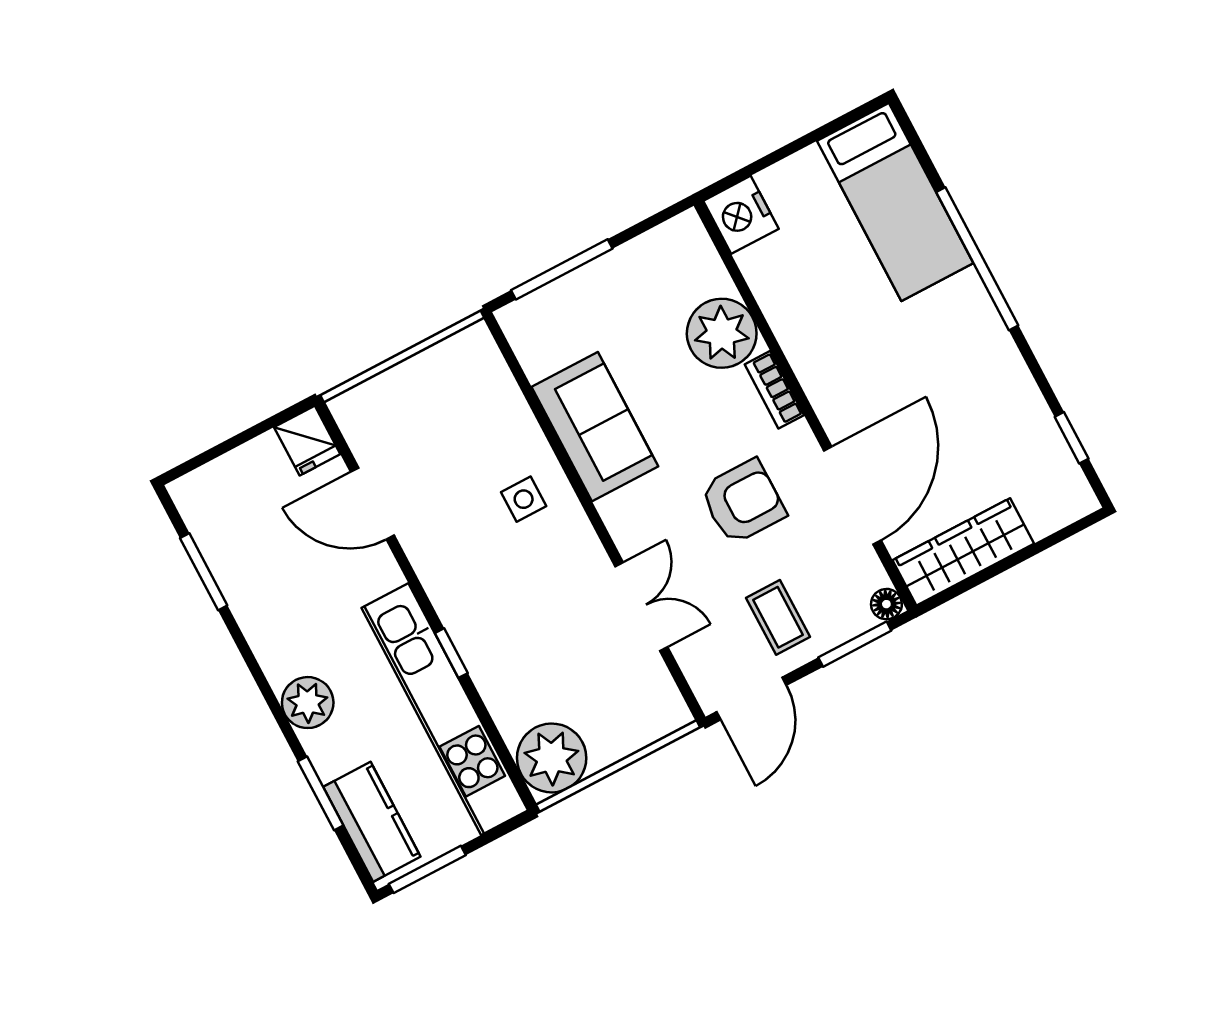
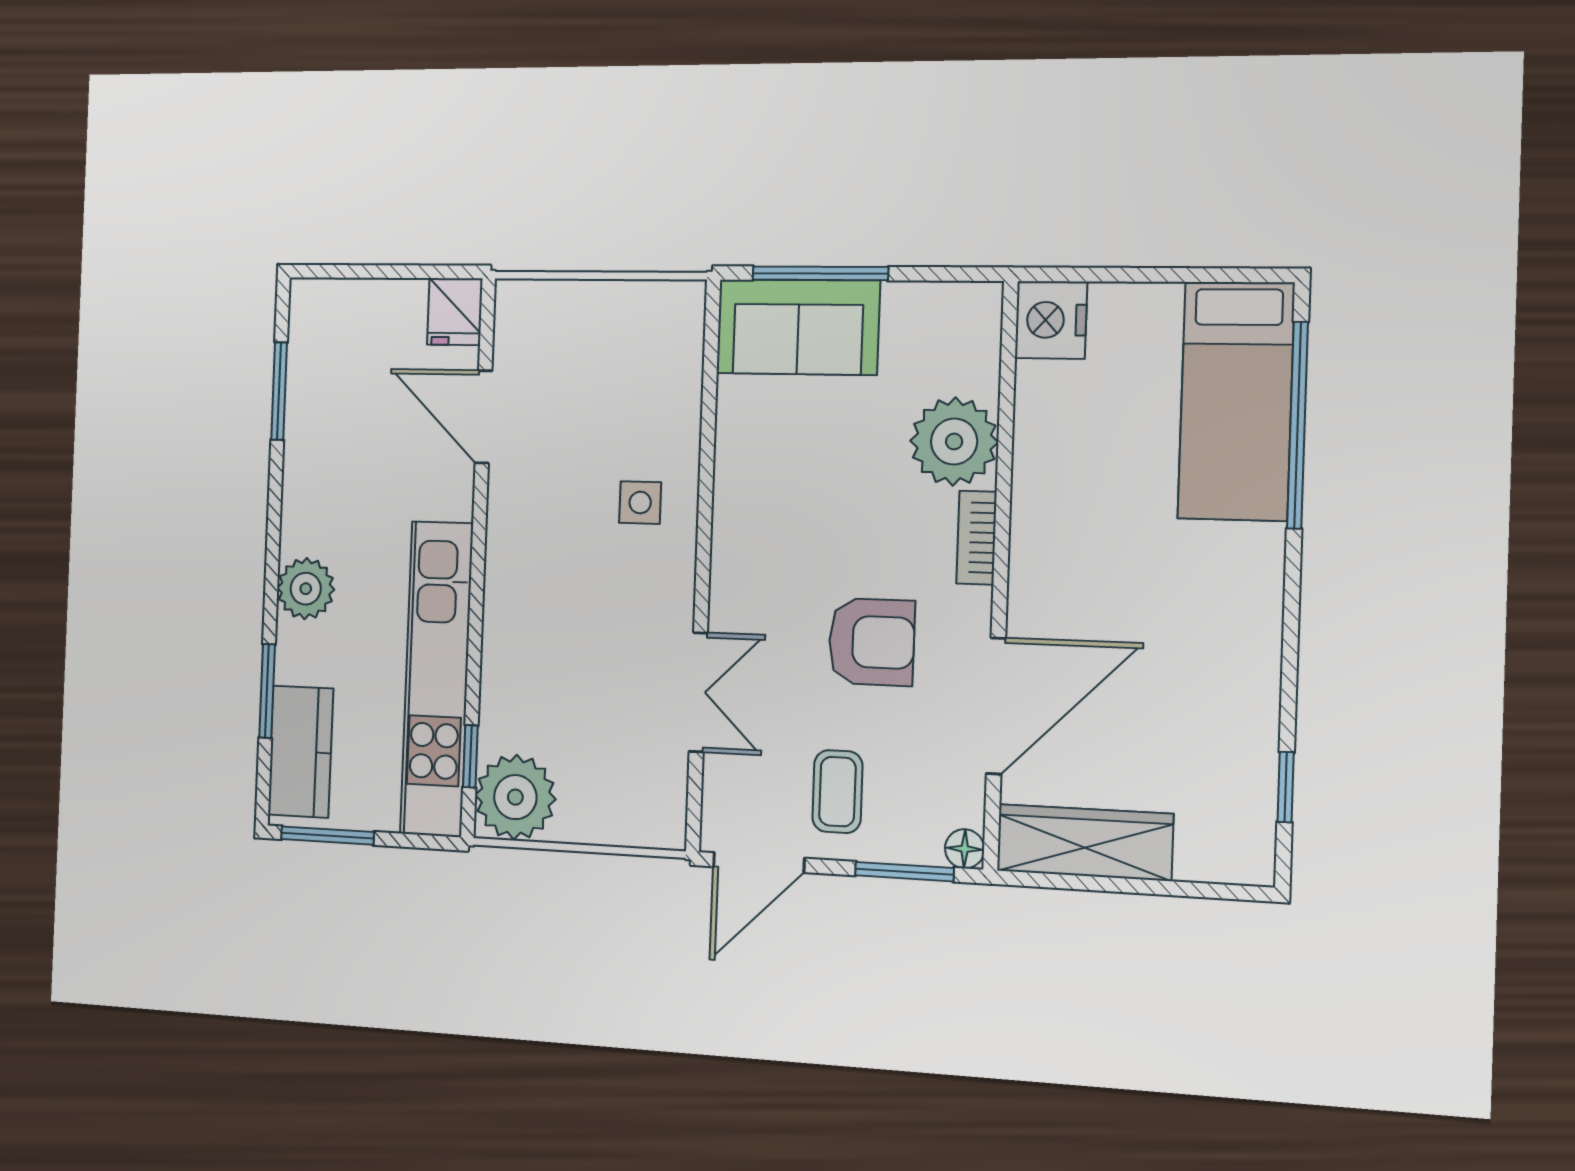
window: (977, 259) -> (1297, 425), moved
sofa: (595, 427) -> (798, 327), moved, turned 90
window: (451, 653) -> (470, 756), moved

